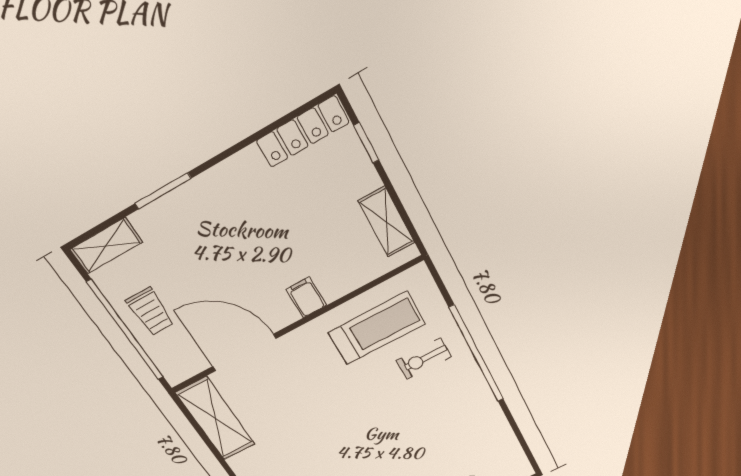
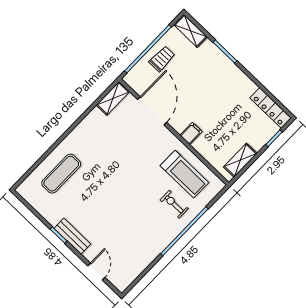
trolley: (150, 312) -> (162, 59), turned 180
shelving: (215, 419) -> (113, 98), width x0.67, depth x0.75

